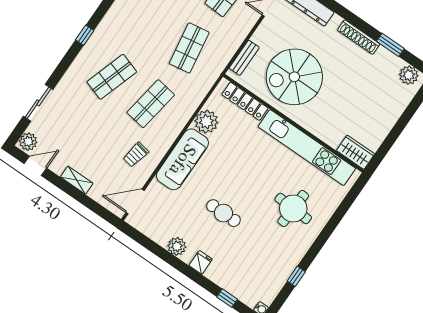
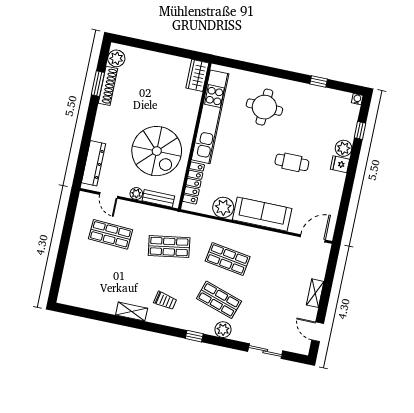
plant: (259, 37) -> (136, 194), added
shoe rack: (359, 37) -> (108, 86), moved
plant: (28, 142) -> (223, 330), moved
trolley: (136, 155) -> (165, 301), moved
door: (135, 202) -> (313, 238), swing flipped
cafe table: (223, 213) -> (292, 162), turned 90
plant: (177, 246) -> (344, 148), moved

